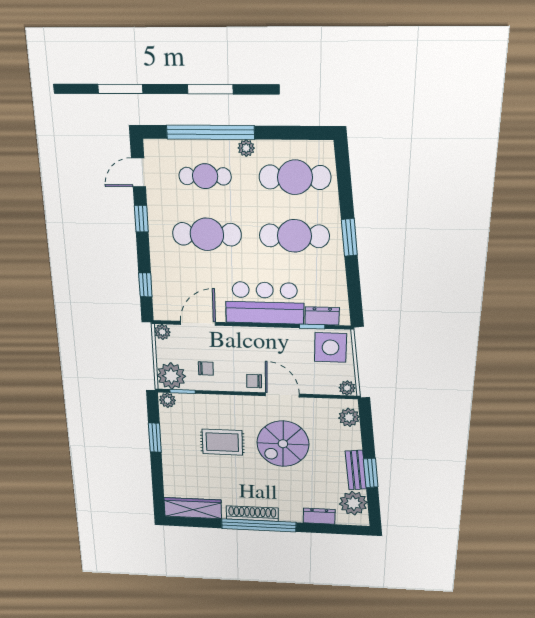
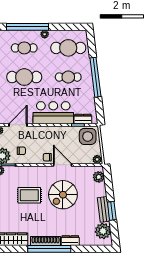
cafe table: (294, 236) -> (68, 77), width x0.73, depth x0.74
window: (349, 237) -> (95, 77), width x2.11
dresser: (319, 516) -> (70, 241), moved

